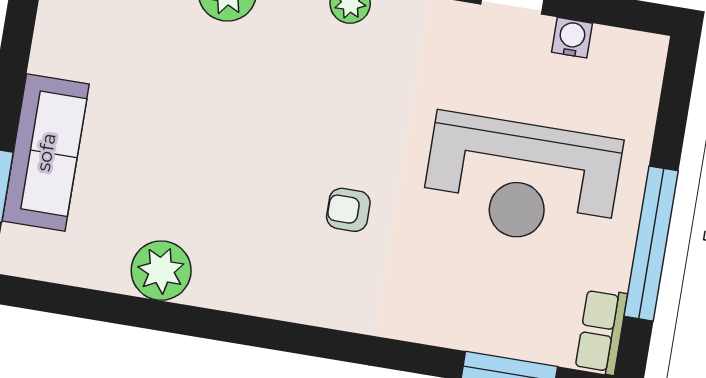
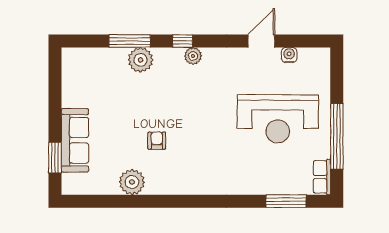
armchair: (348, 210) -> (157, 141), moved, turned 90

